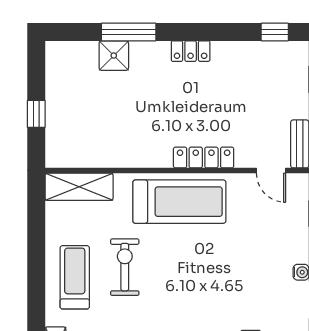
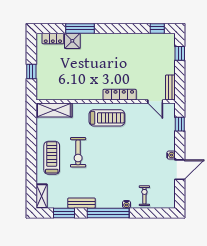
locker: (191, 51) -> (53, 38), moved
treadmill: (179, 202) -> (107, 118), width x0.73, depth x0.73
exercise bike: (125, 267) -> (78, 152), turned 180

